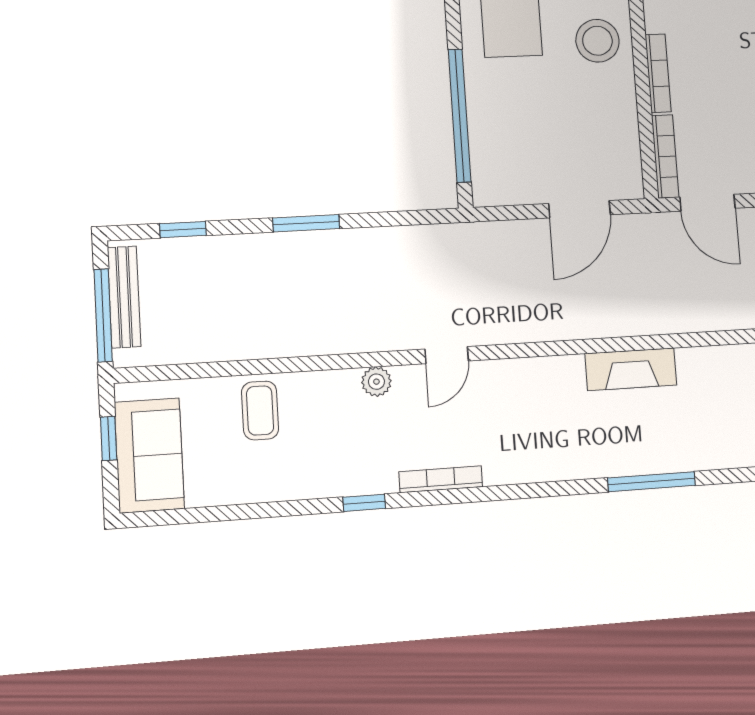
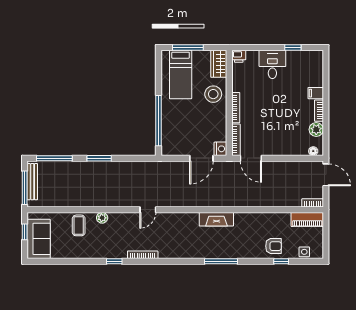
nightstand: (627, 182) -> (220, 149), added
window: (183, 230) -> (54, 158), width x2.17
plant: (376, 382) -> (102, 218), moved

